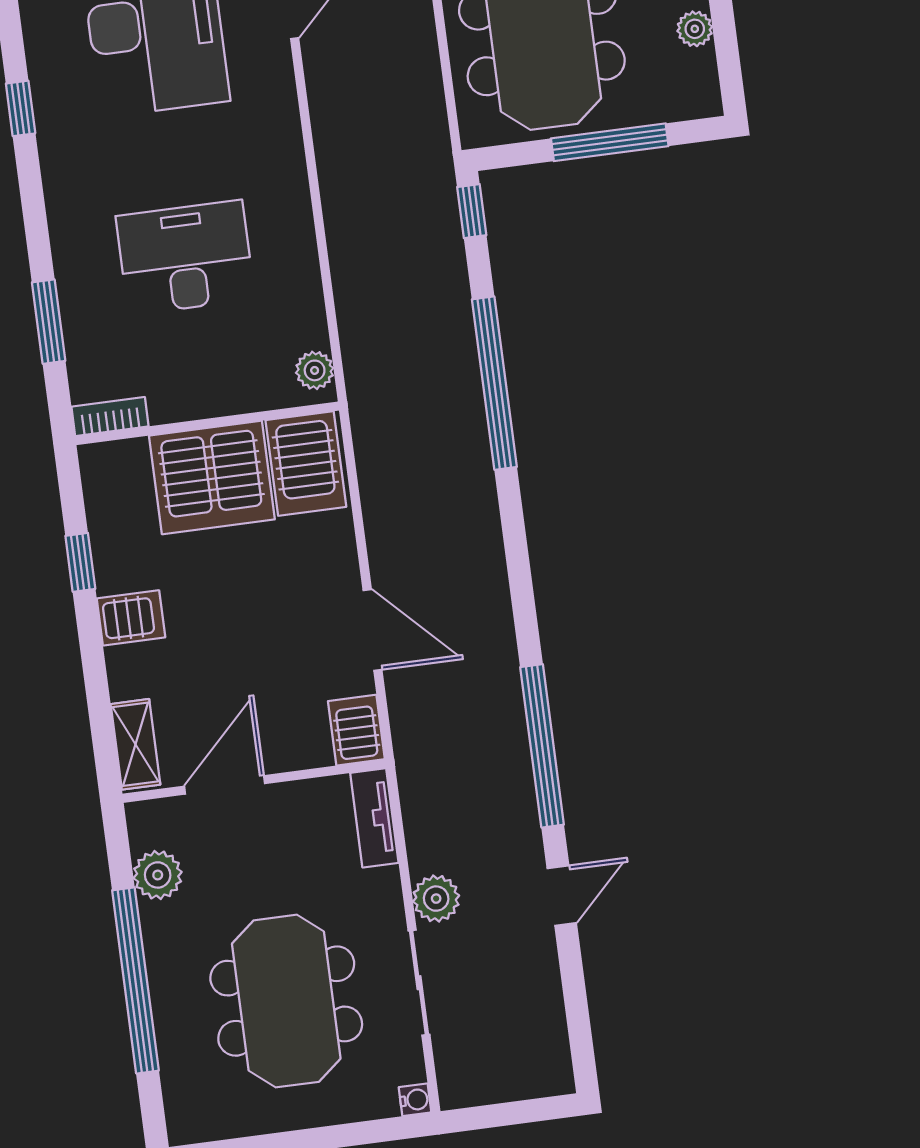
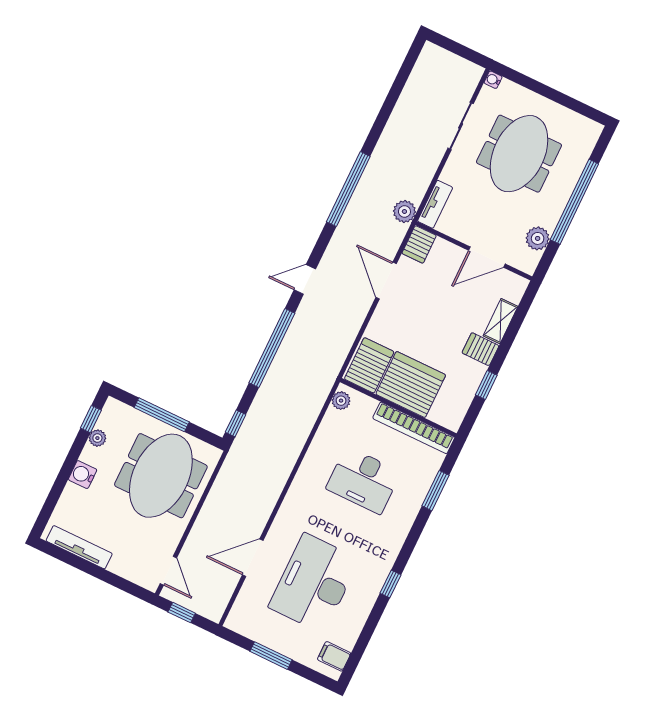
window: (727, 54) -> (91, 419), added
bookcase: (110, 417) -> (414, 428), width x2.31, depth x1.31
shelving: (135, 744) -> (500, 321), moved
door: (562, 896) -> (305, 279), moved
plant: (436, 899) -> (404, 211), moved

